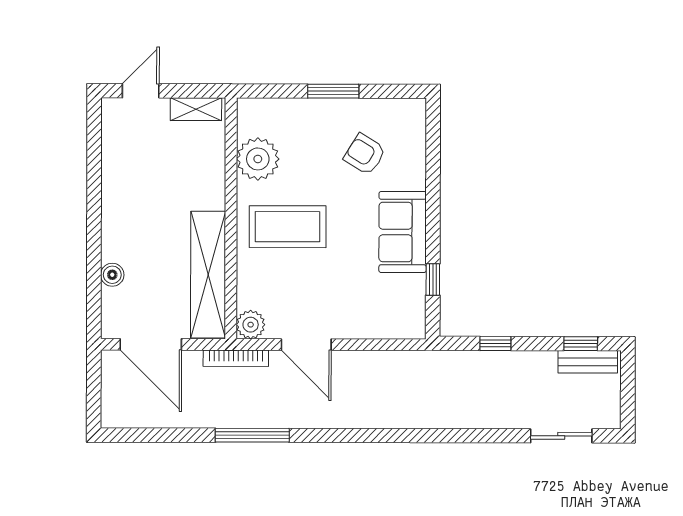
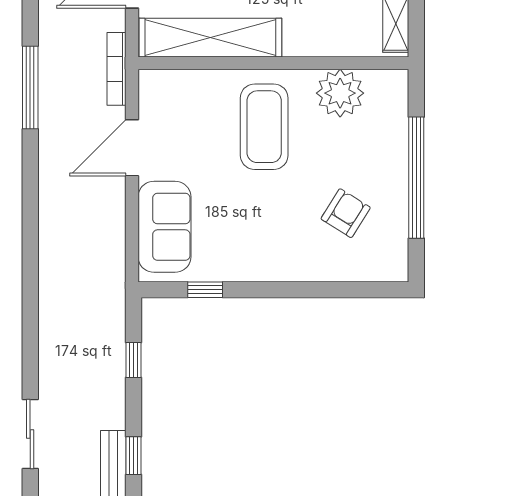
window: (333, 91) -> (416, 178), width x2.11
sofa: (403, 232) -> (164, 227), moved, turned 90
plant: (251, 325) -> (154, 85), removed

